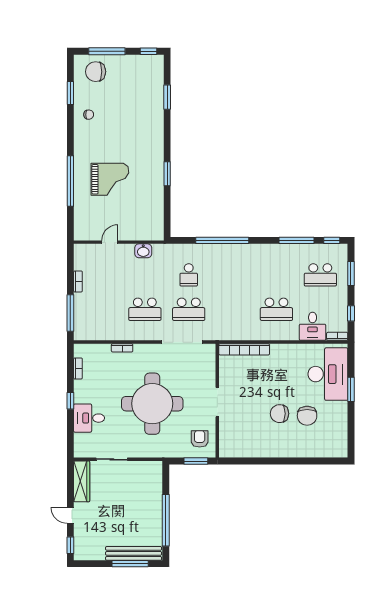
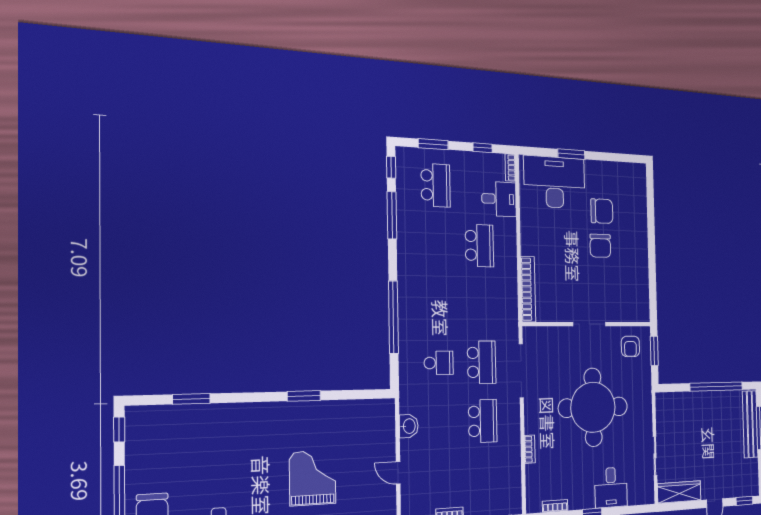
armchair: (200, 439) -> (630, 346), turned -90

